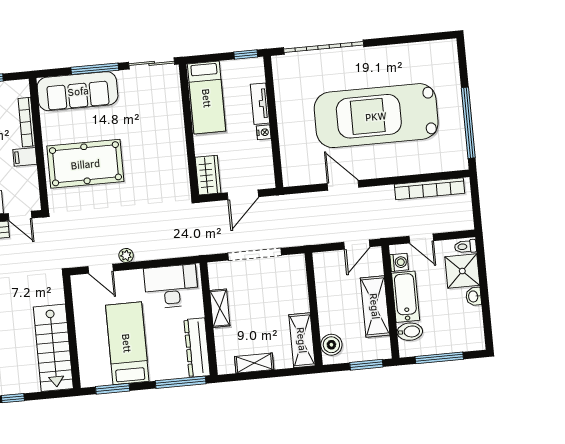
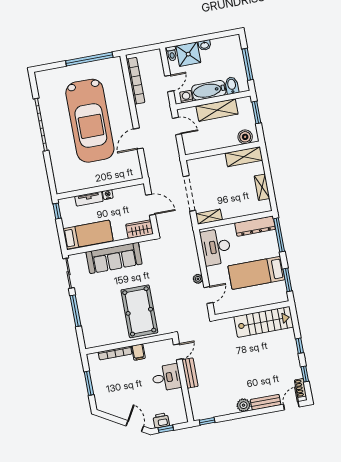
garage door: (324, 47) -> (41, 125), moved
sofa: (78, 91) -> (114, 258), moved, turned 90
shelving: (220, 308) -> (209, 217), moved

